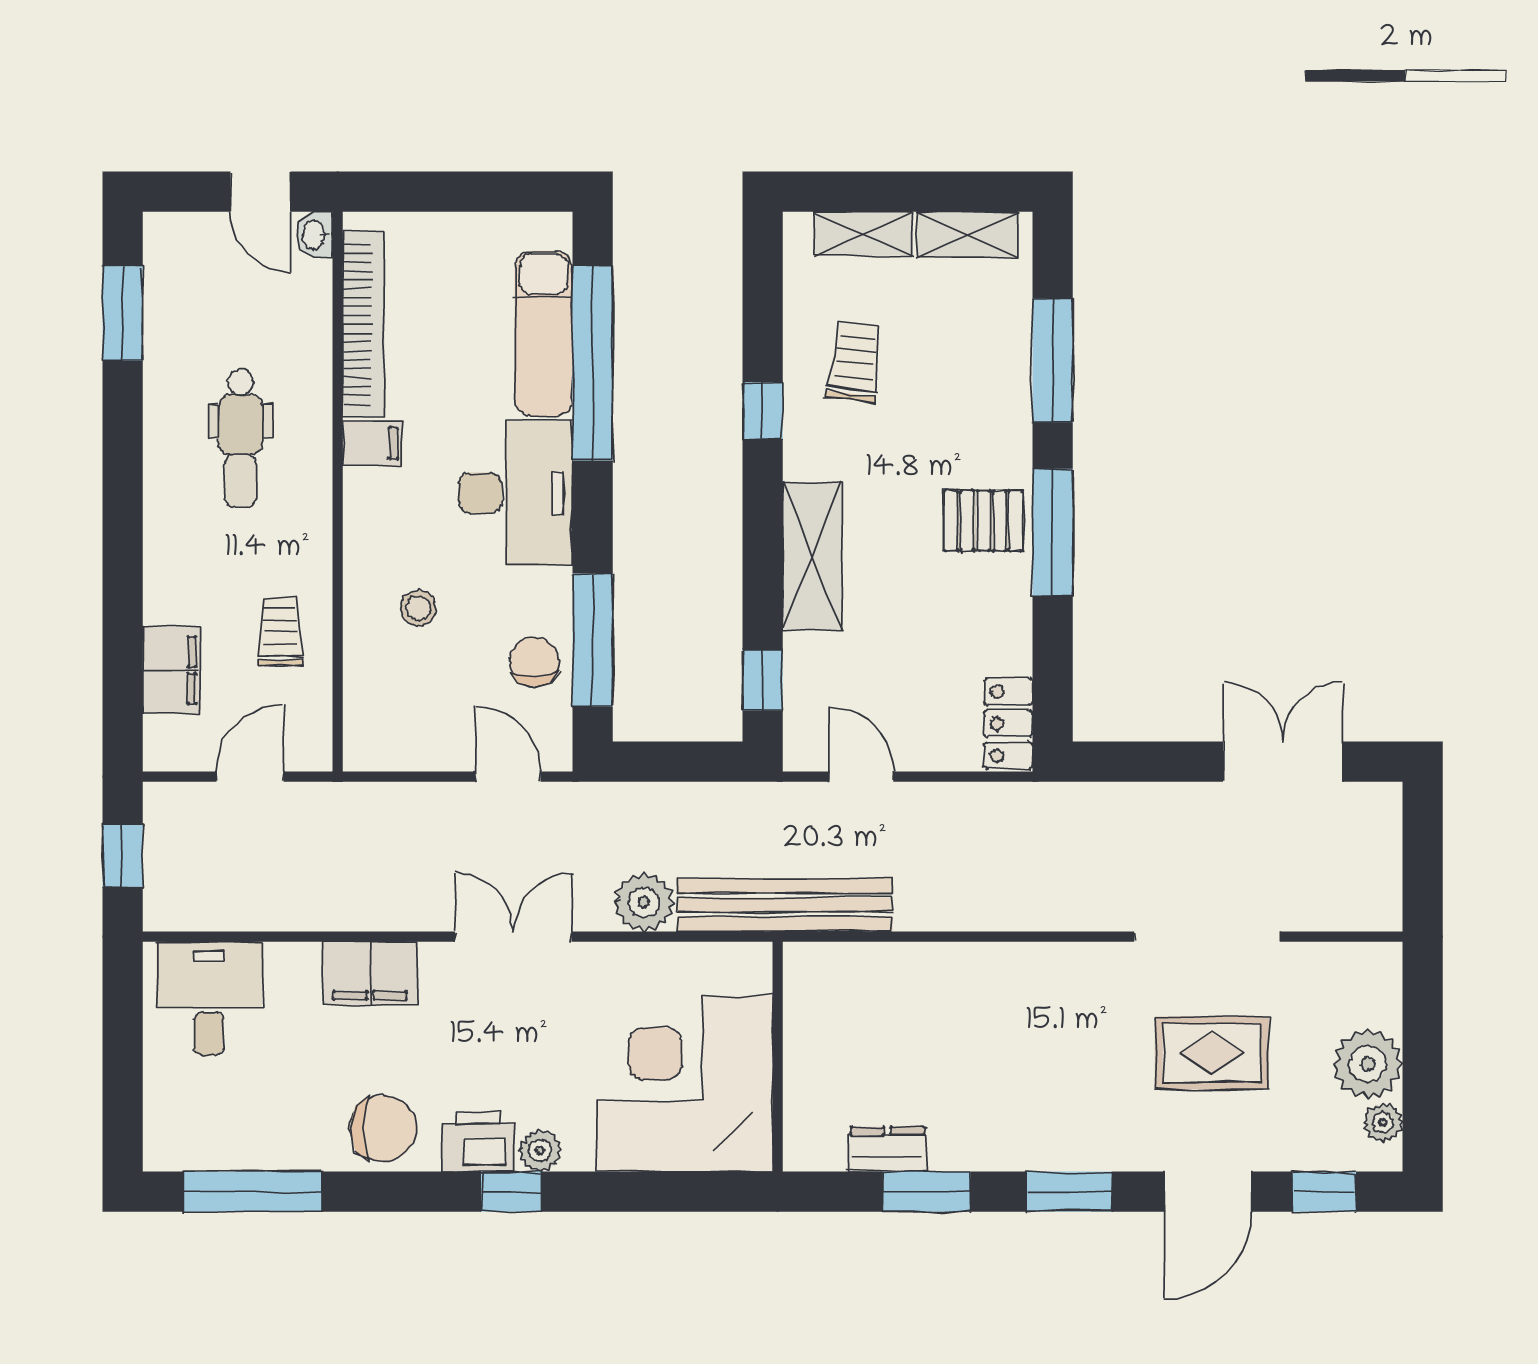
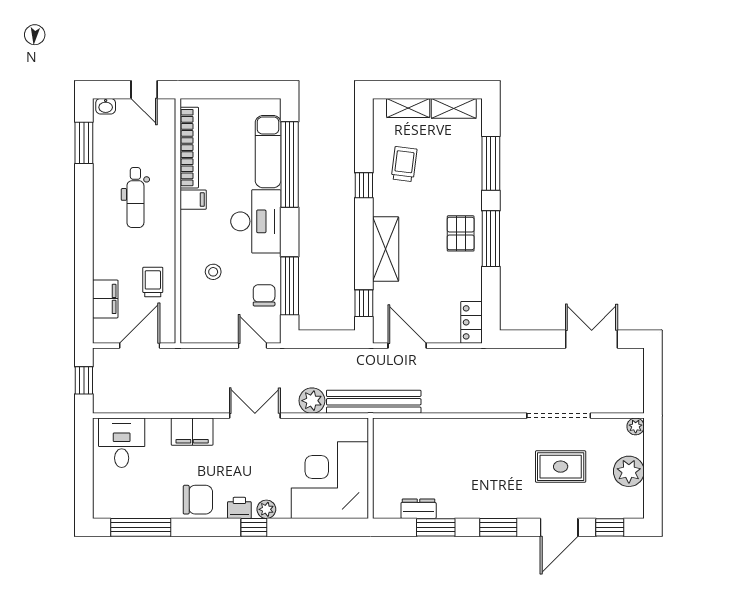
washbasin: (315, 235) -> (106, 106), moved, turned -90
pallet: (983, 521) -> (461, 233), turned 90
door: (250, 777) -> (140, 346), width x1.38
door: (861, 777) -> (407, 346), width x1.38
plant: (1383, 1122) -> (636, 426), moved
printer: (478, 1142) -> (239, 508), width x0.73, depth x0.81

